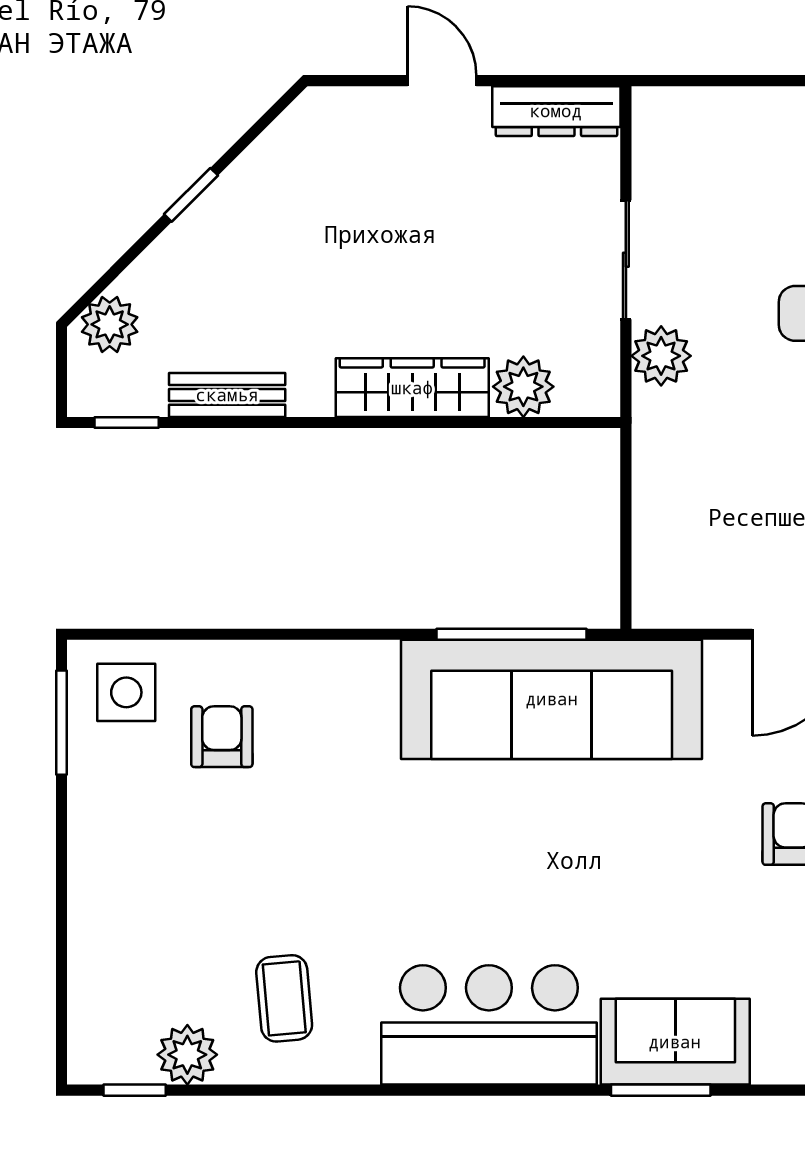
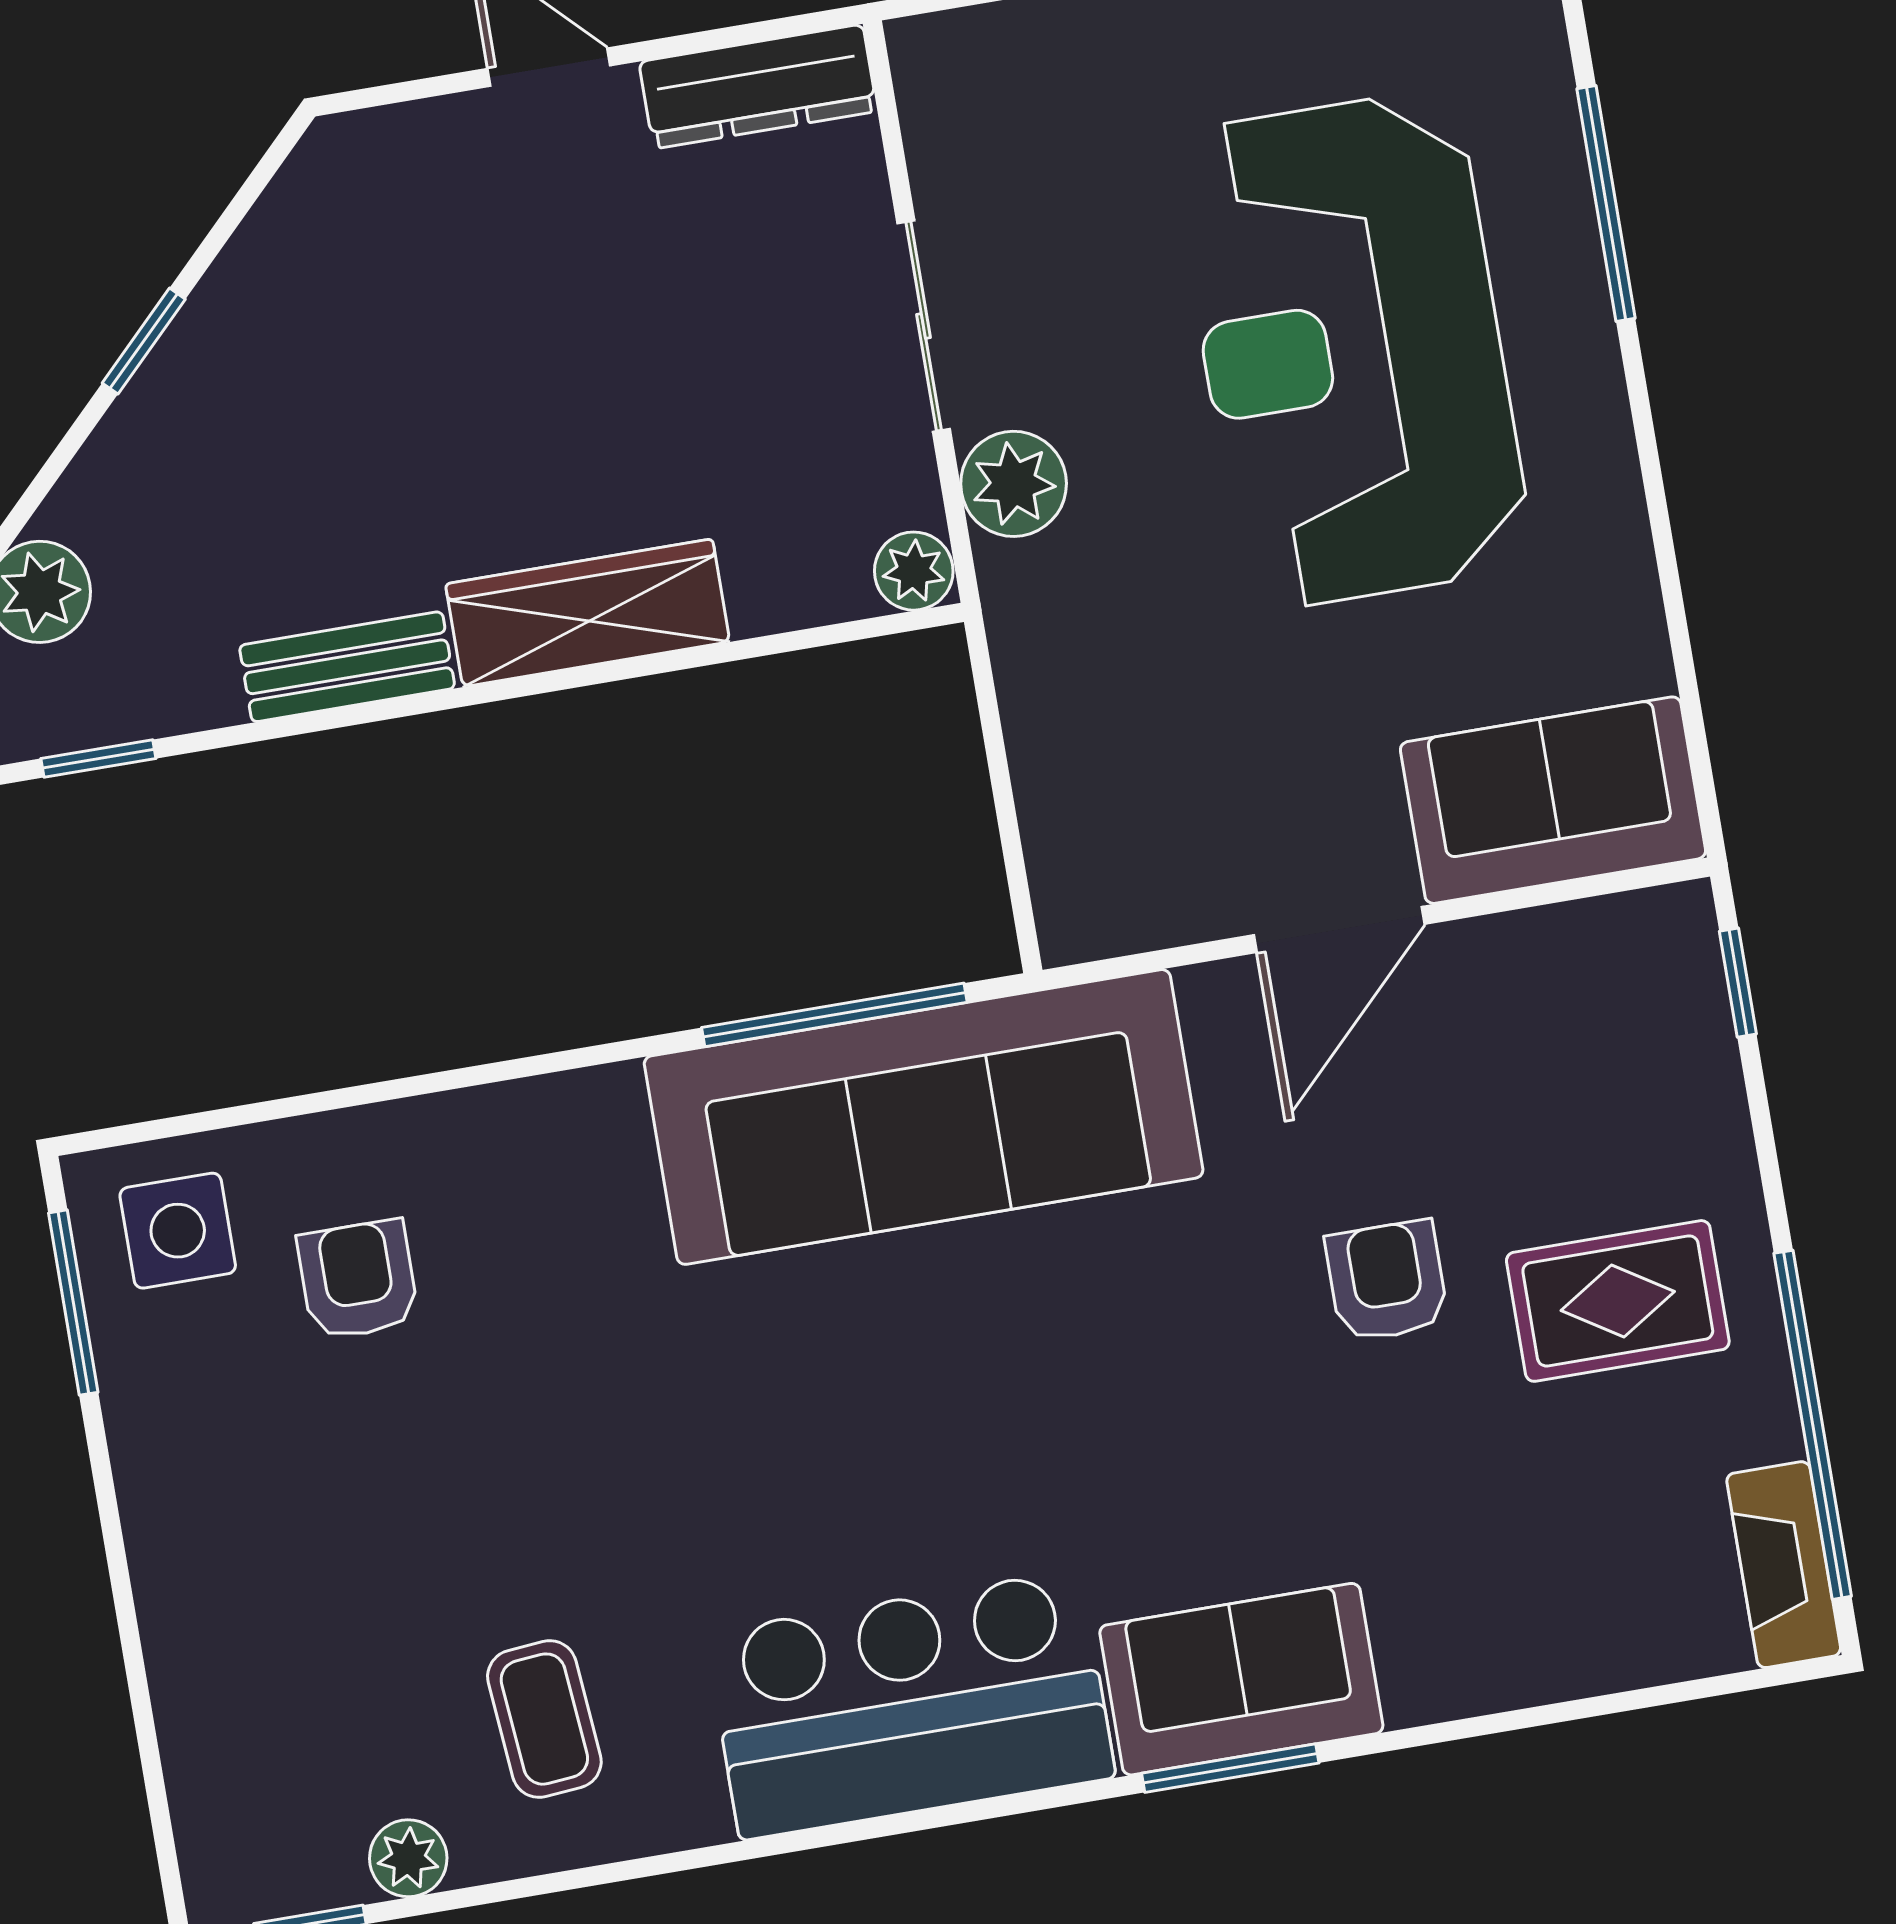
plant: (523, 387) -> (914, 571), moved, width x0.73, depth x0.73
bench: (227, 395) -> (347, 667), moved
plant: (187, 1055) -> (408, 1858), width x0.73, depth x0.73

